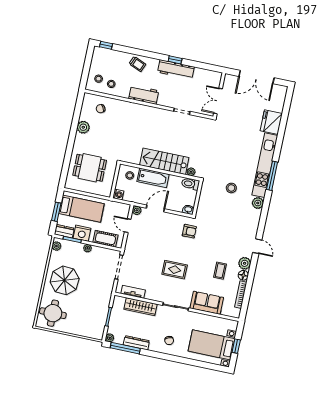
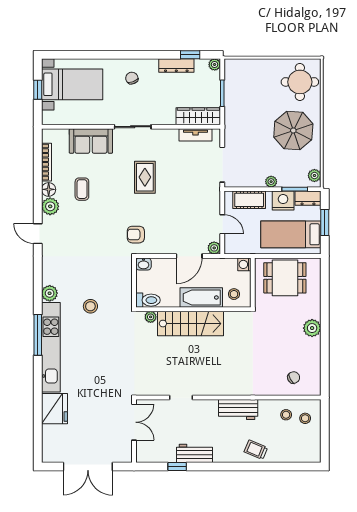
window: (106, 45) -> (305, 466), removed
window: (175, 60) -> (177, 466), moved
workbench: (176, 70) -> (194, 453), width x0.73
double door: (257, 77) -> (88, 466), swing flipped
plant: (83, 127) -> (312, 328), moved
dining table: (90, 168) -> (285, 278), moved
rug: (175, 270) -> (145, 177), turned 90
wardrobe: (141, 307) -> (198, 116), moved
window: (125, 348) -> (190, 55), width x0.46

